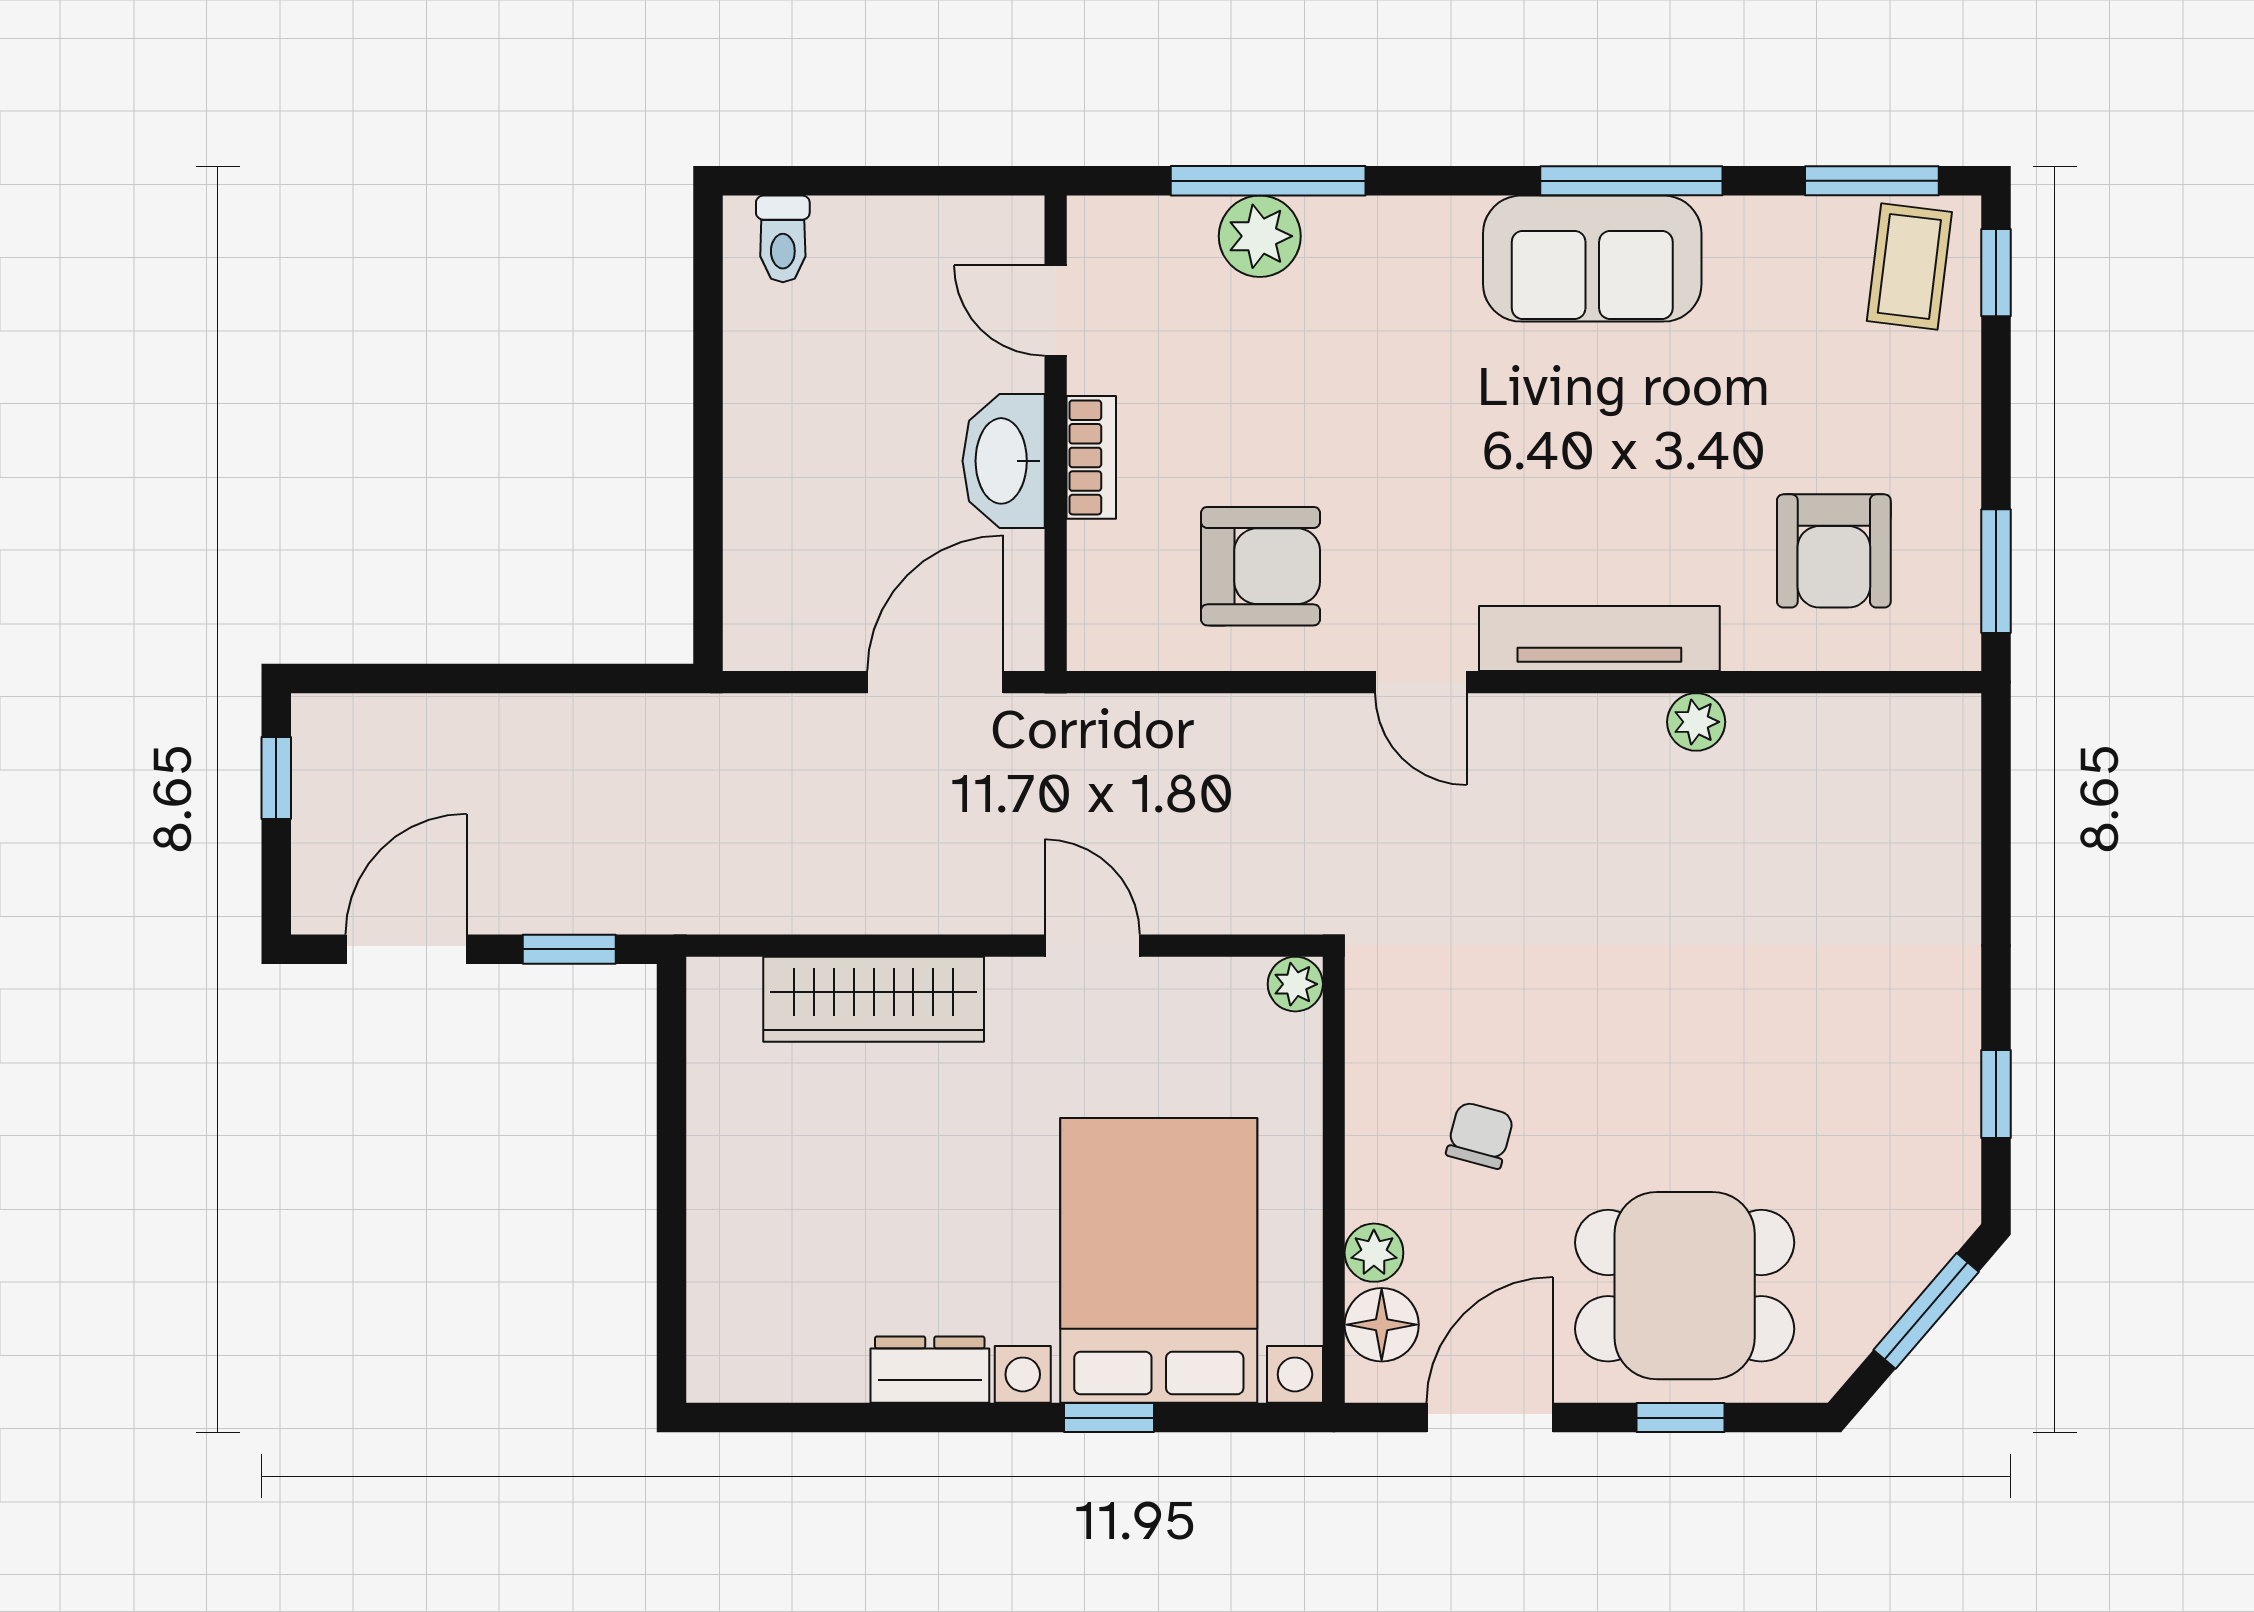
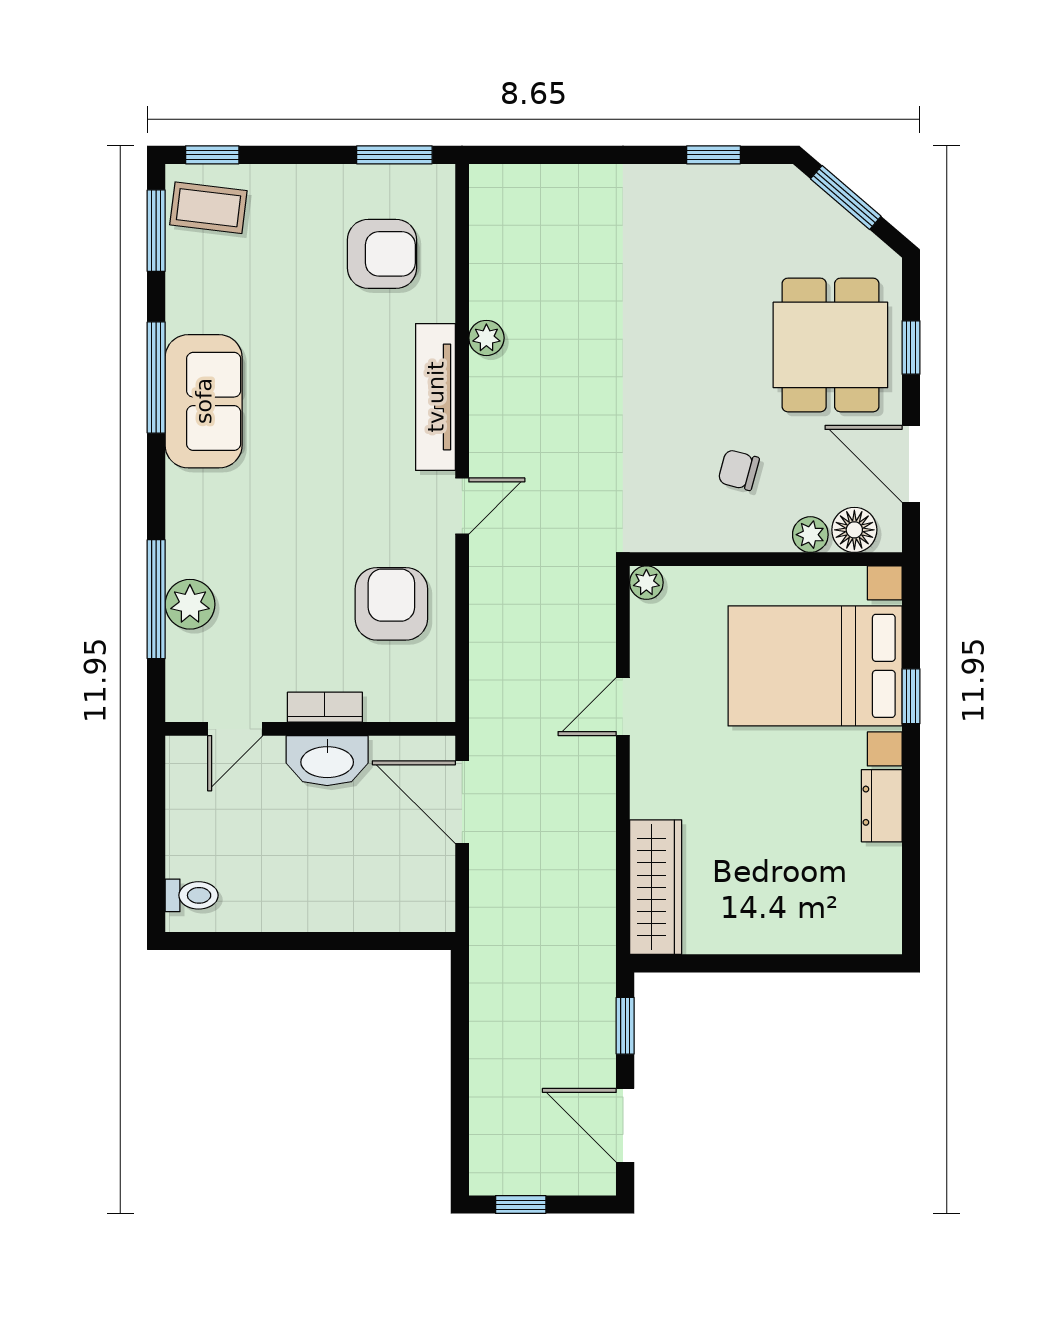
wardrobe: (874, 999) -> (656, 887), moved

